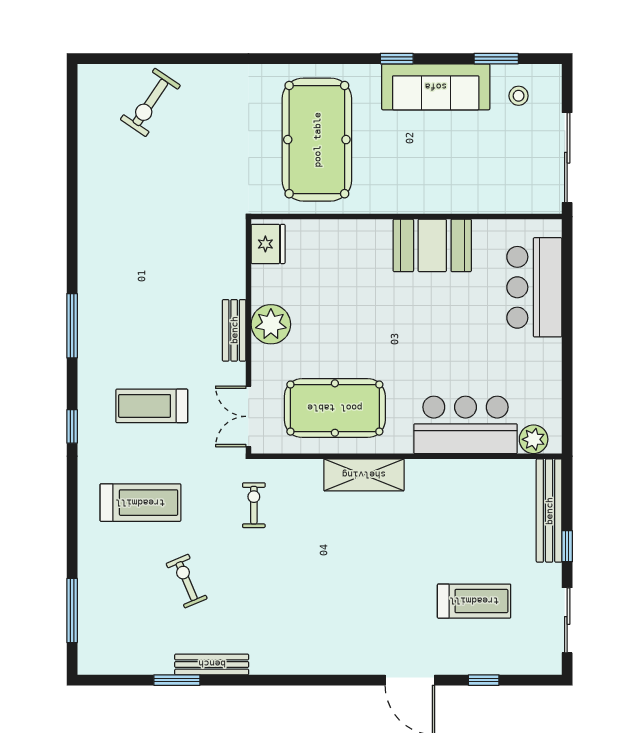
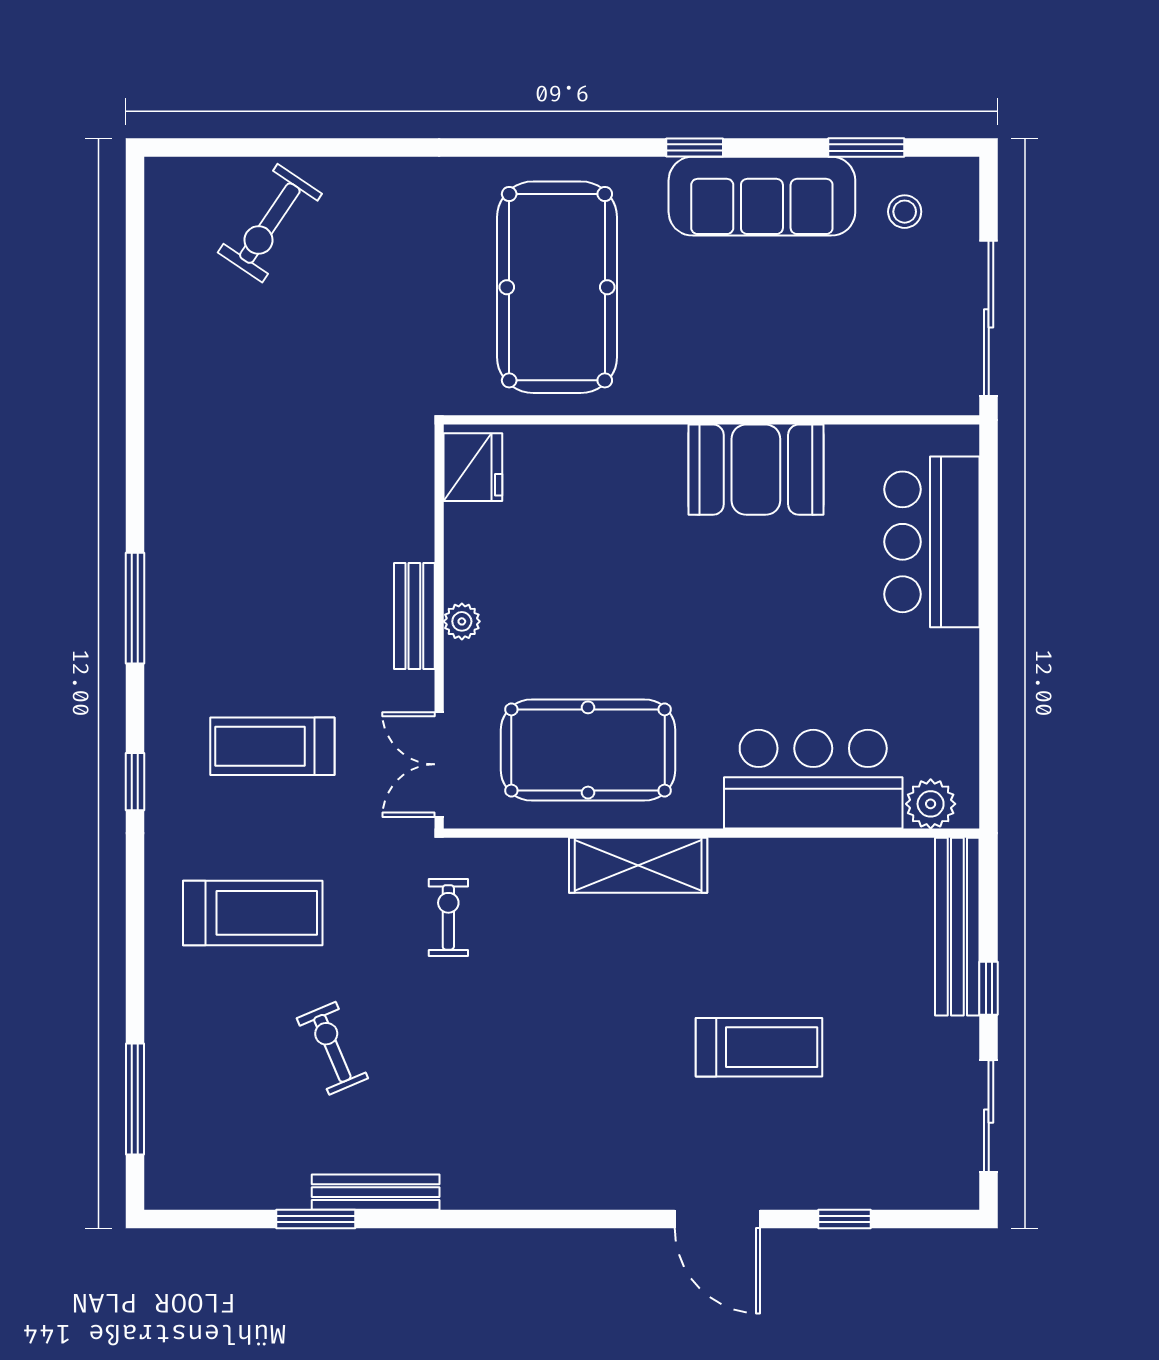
plant: (271, 324) -> (462, 621), width x0.53, depth x0.53
treadmill: (474, 601) -> (759, 1047), moved

